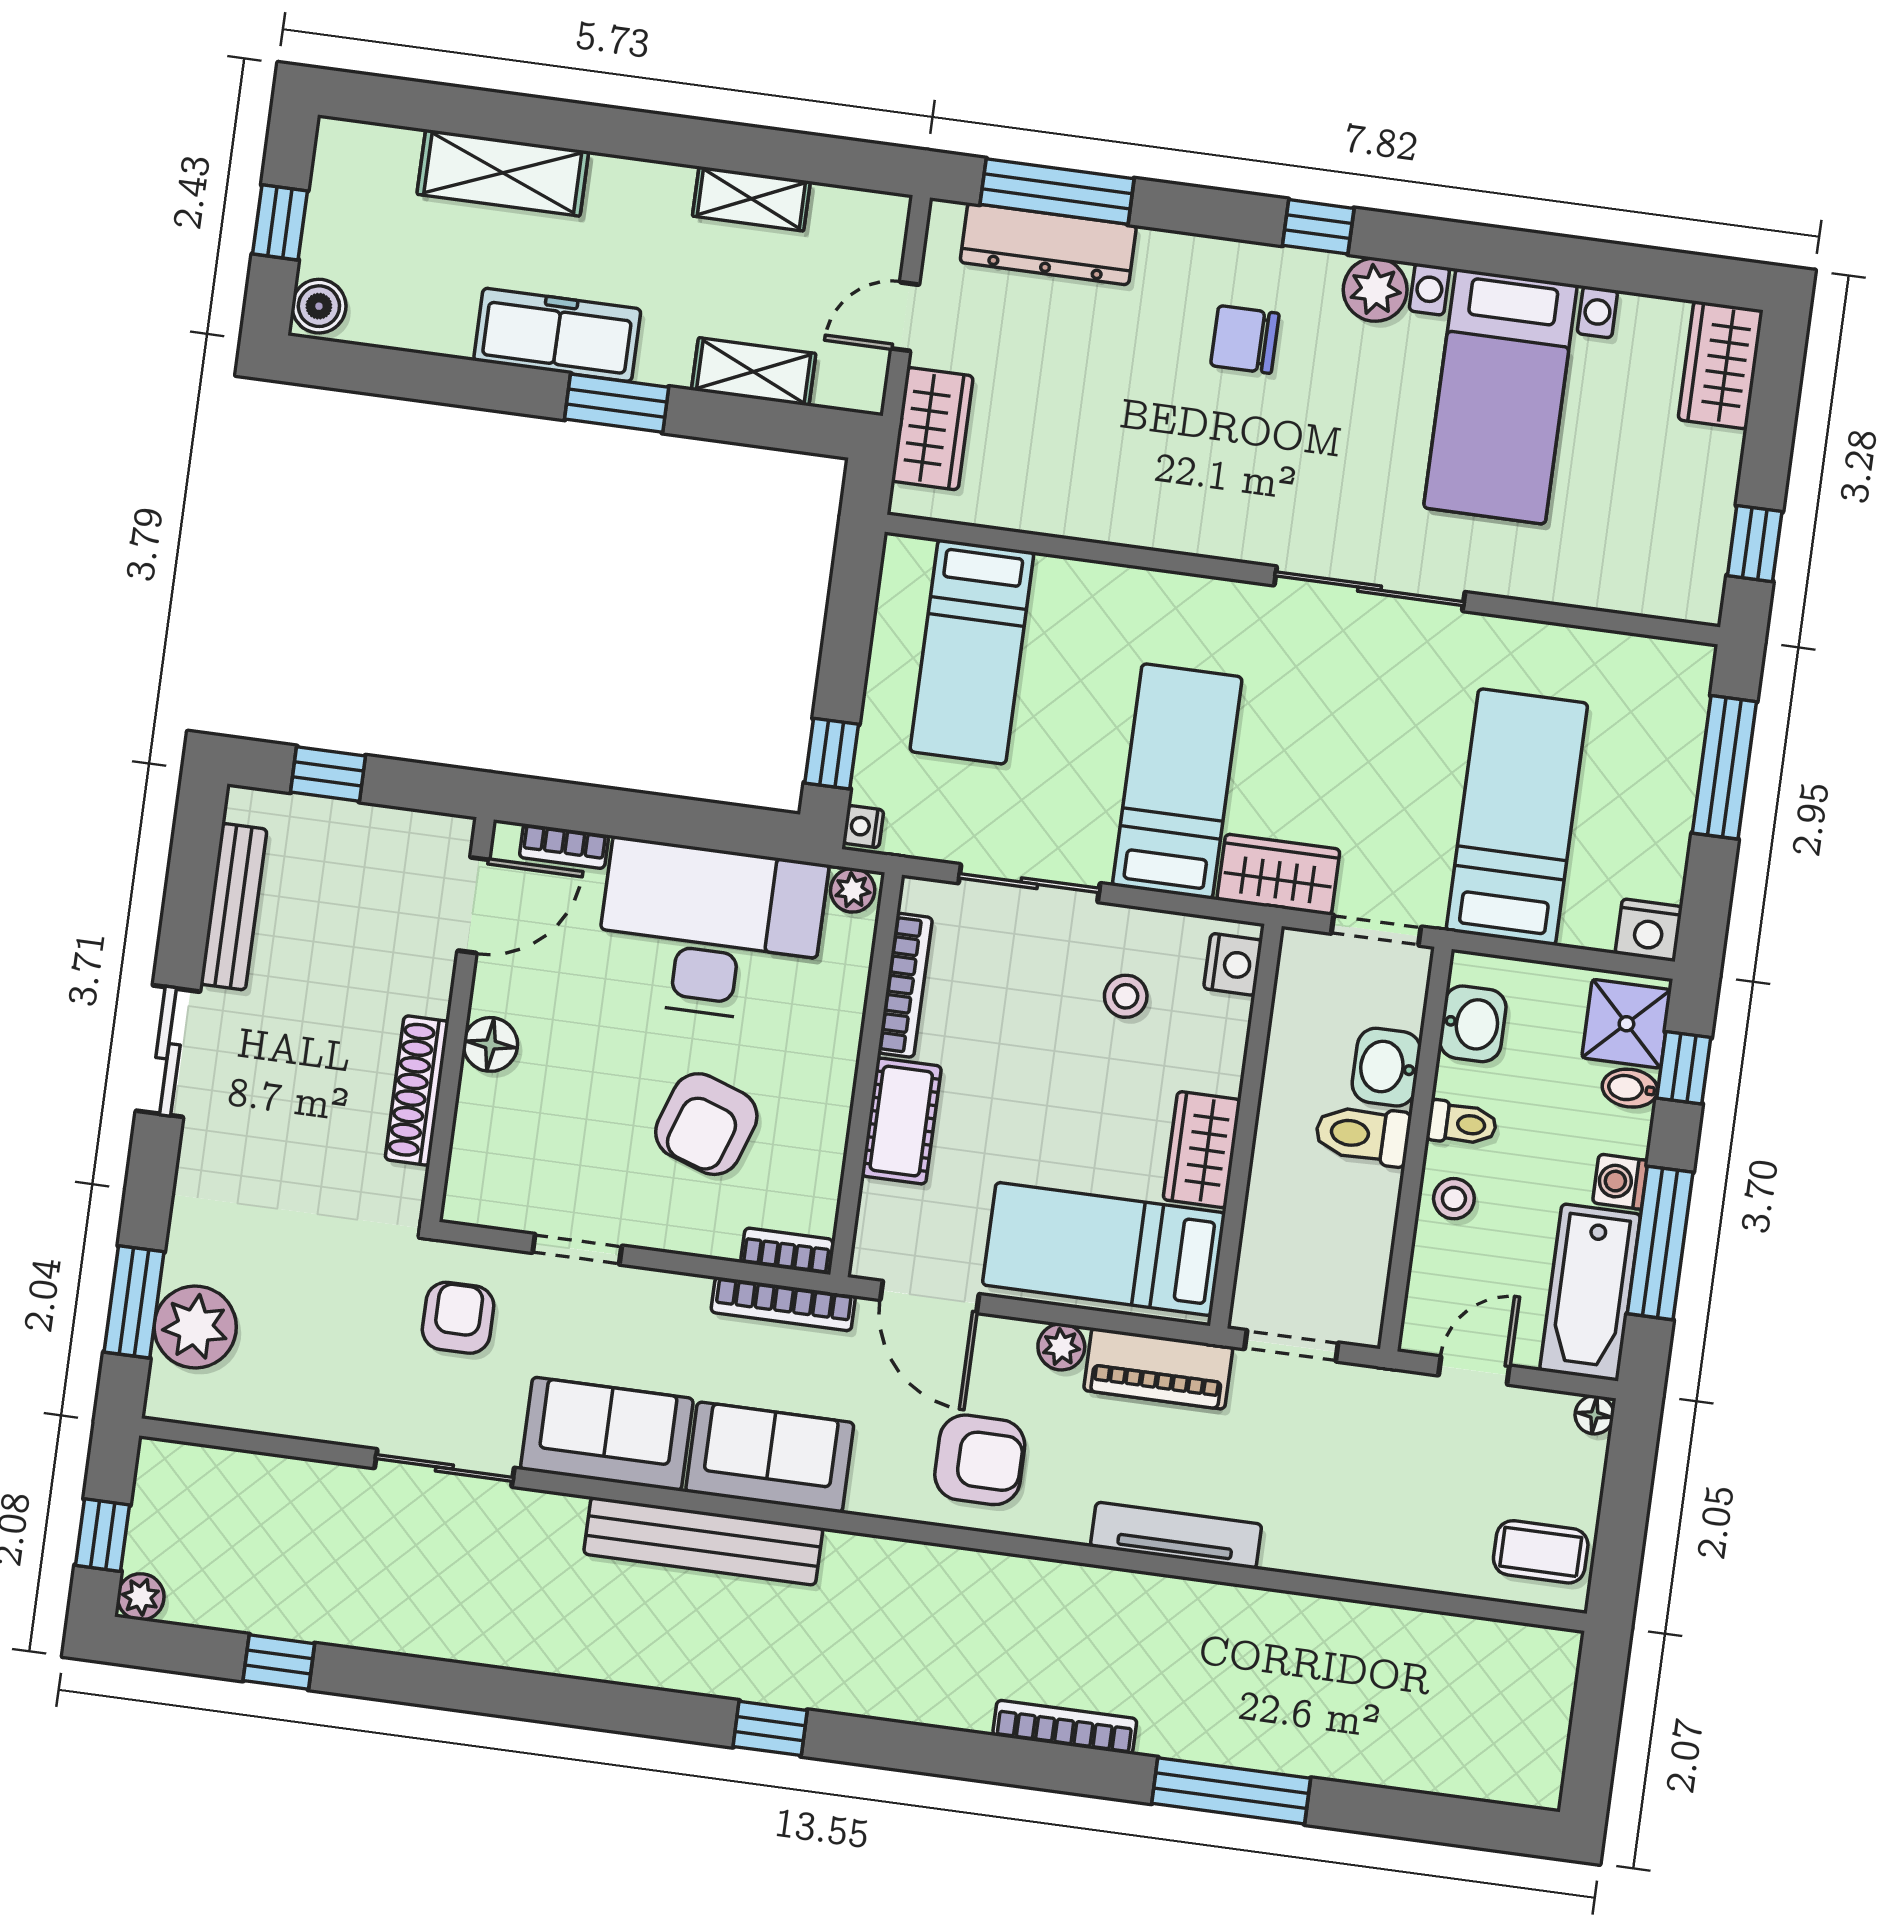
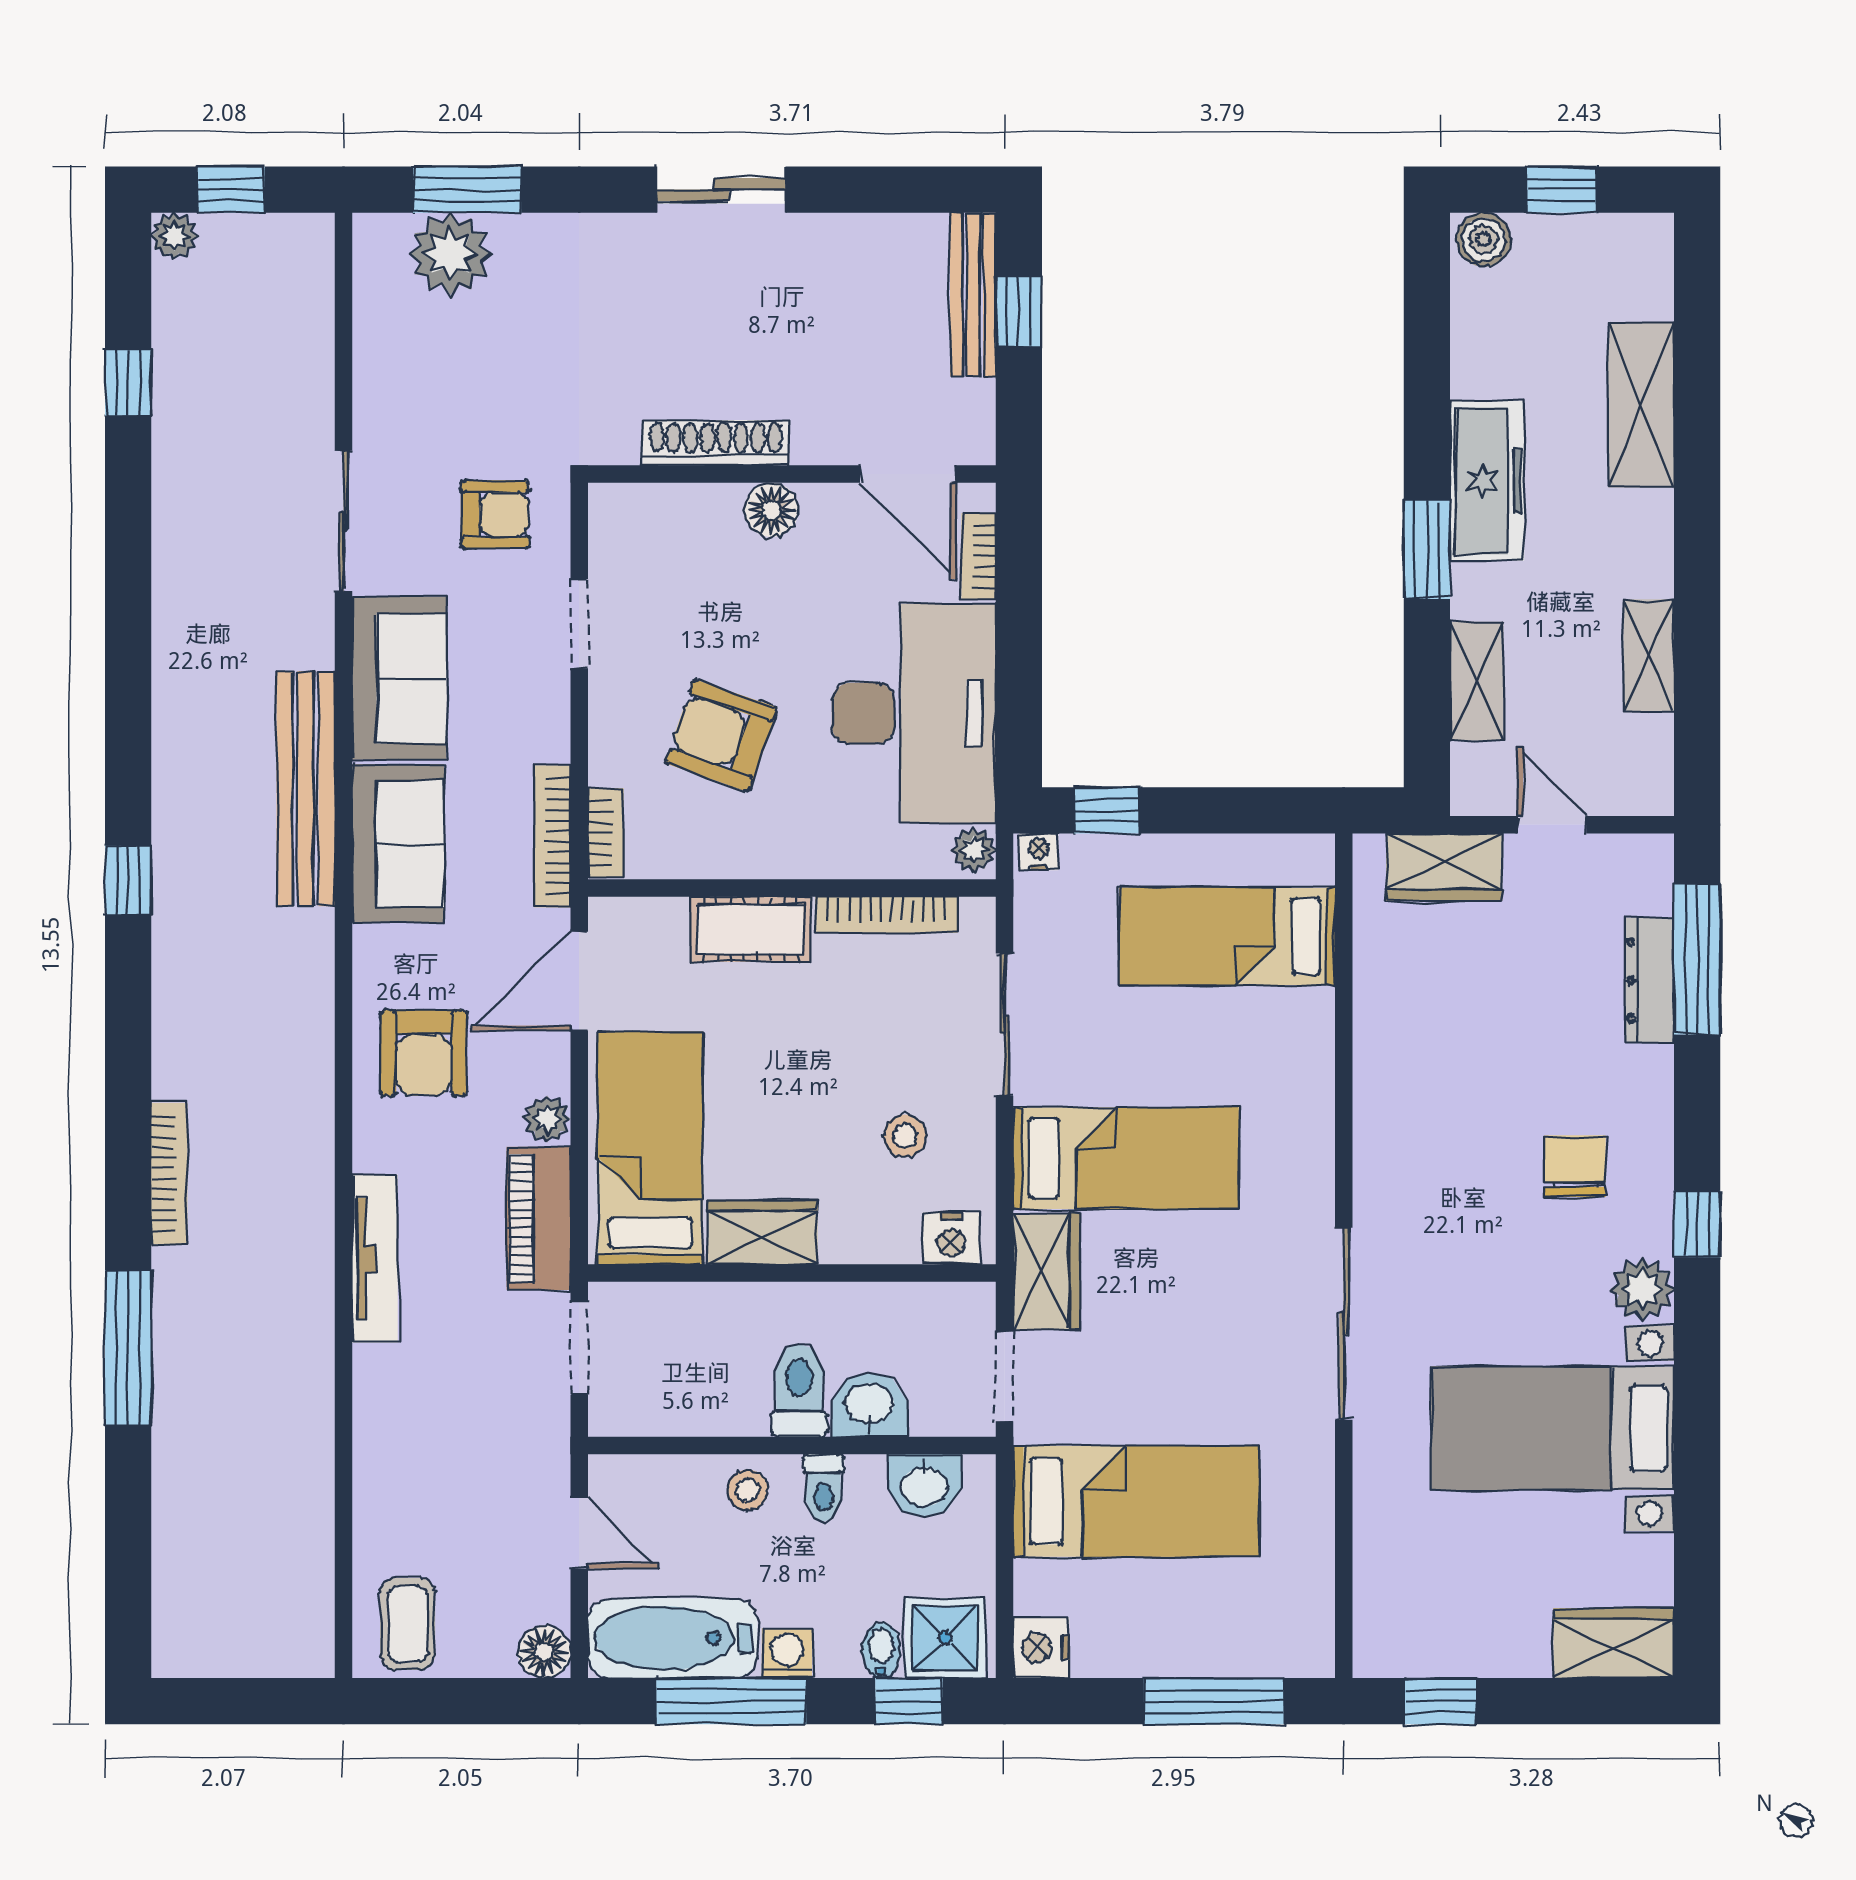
dresser: (1048, 244) -> (1650, 980), width x0.73, depth x0.80
bench: (234, 907) -> (973, 294), moved, turned 90
floor lamp: (1594, 1415) -> (544, 1652), width x1.37, depth x1.37

